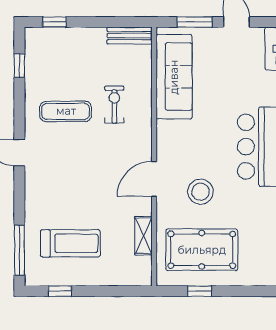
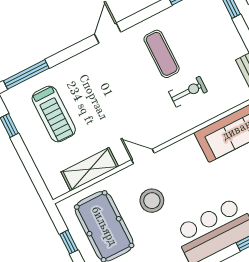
door: (154, 179) -> (143, 156), width x0.73
shelving: (143, 236) -> (90, 169), width x1.50, depth x1.33

